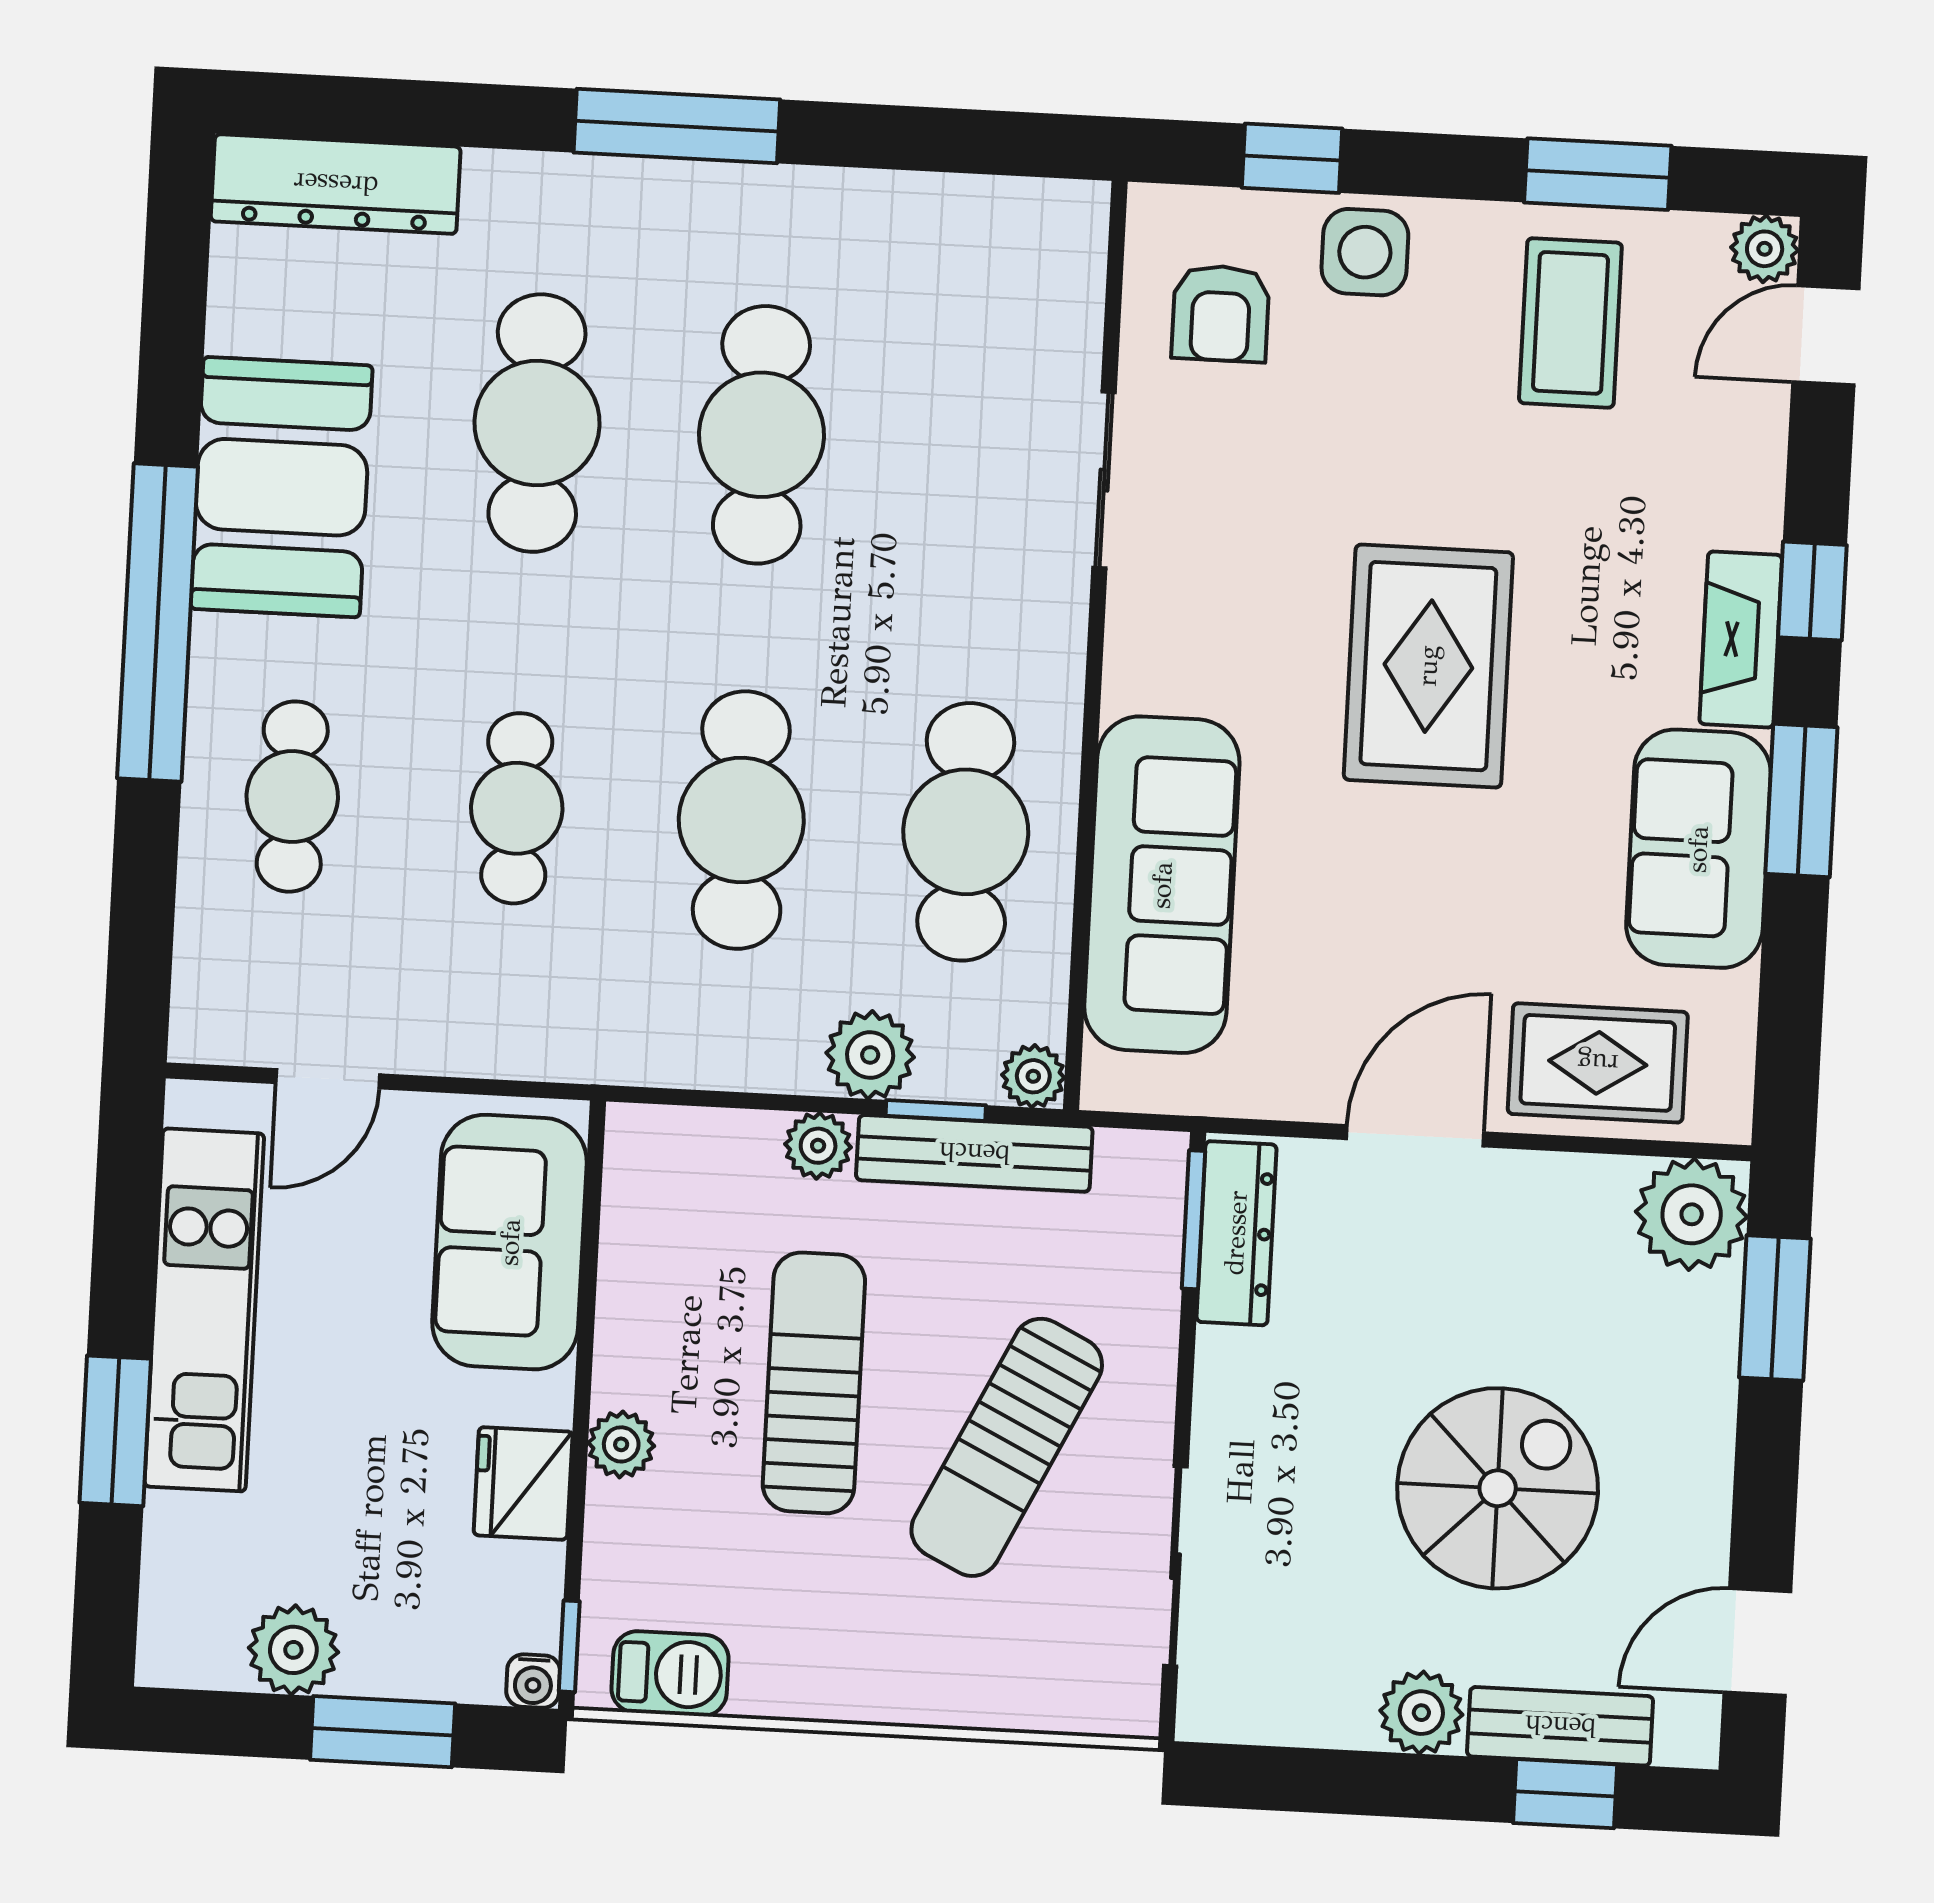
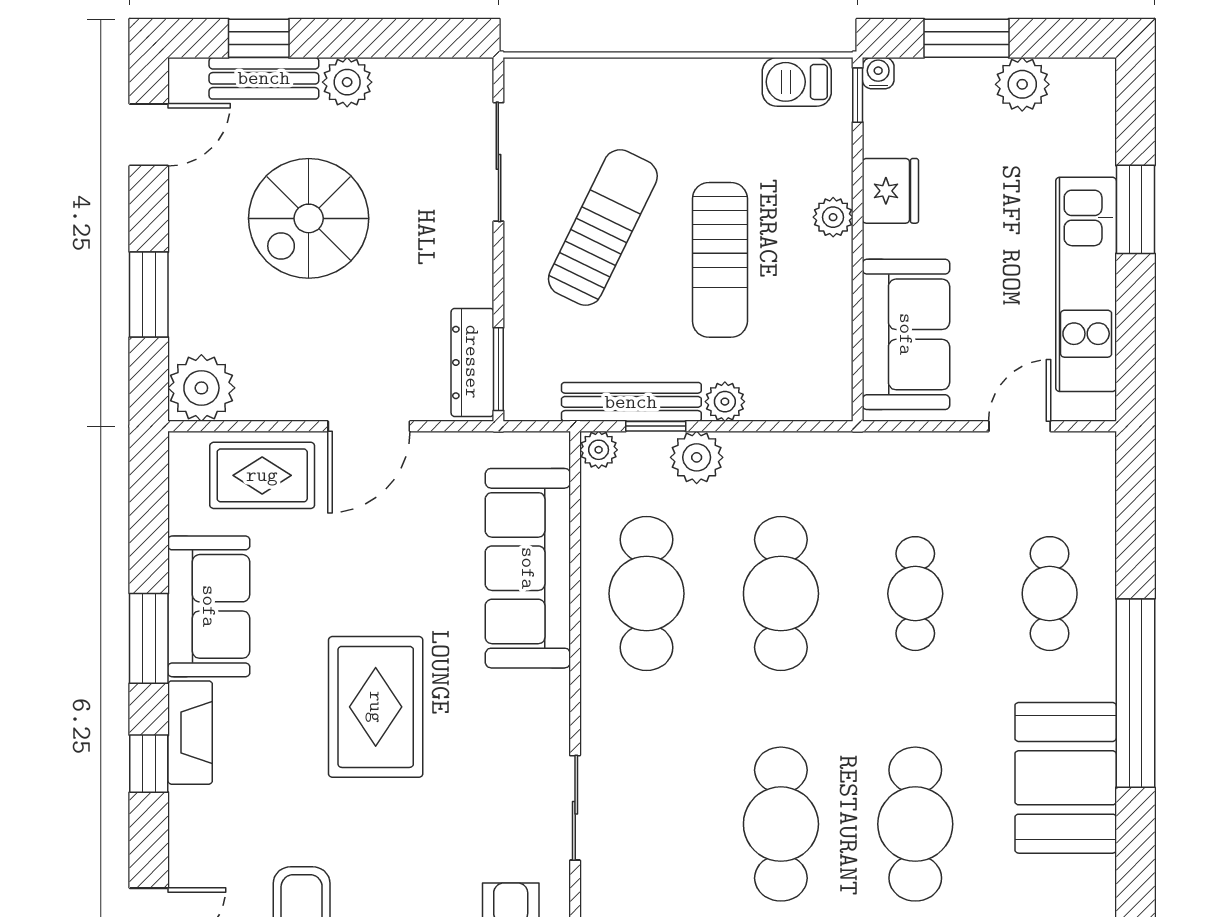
window: (1775, 1308) -> (149, 295), moved

